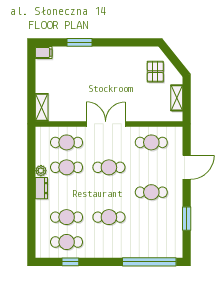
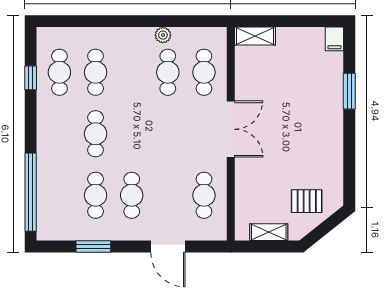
cafe table: (109, 167) -> (96, 195), moved
dresser: (41, 188) -> (138, 36), removed

